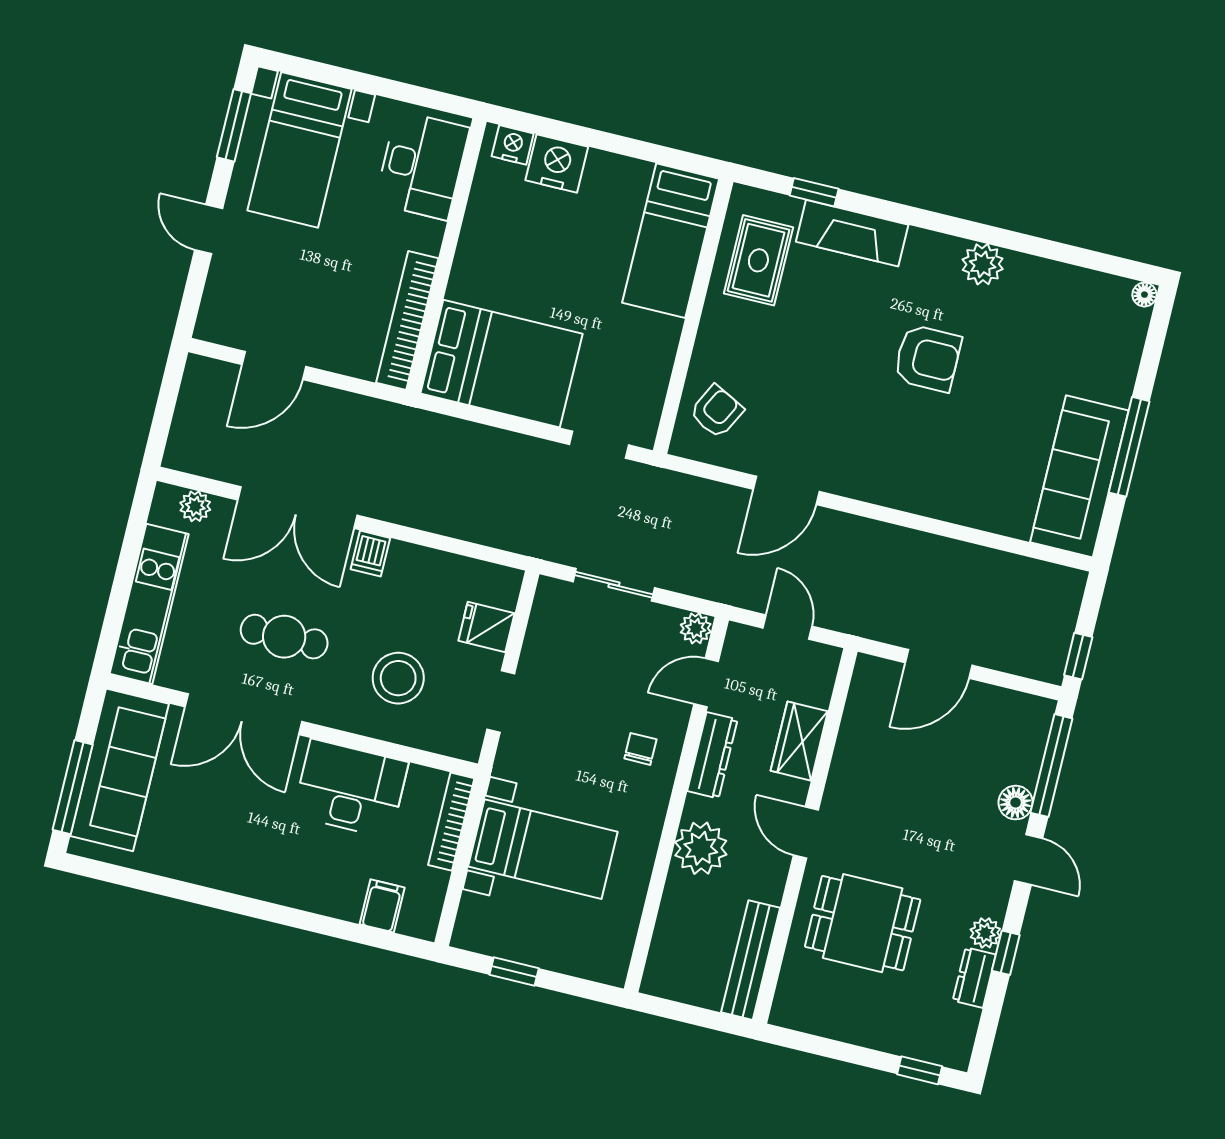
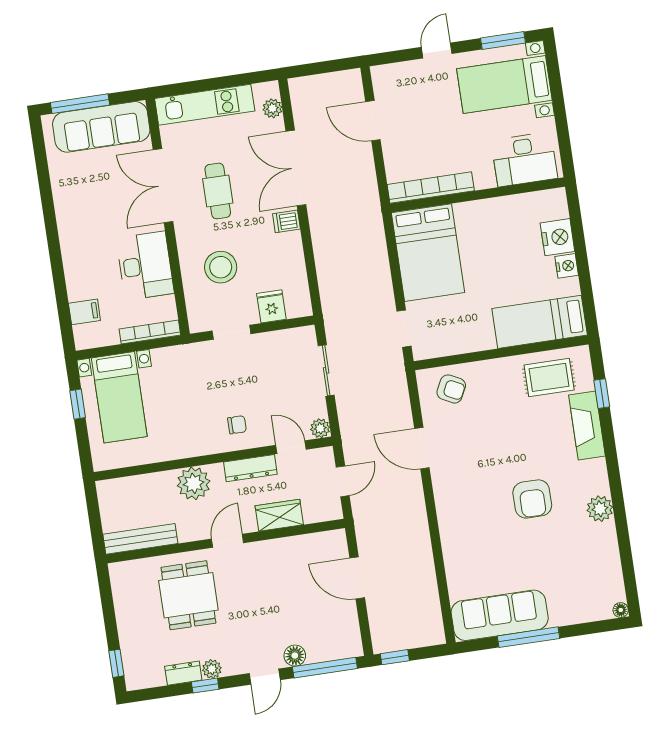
nightstand: (513, 145) -> (567, 266), moved
bed with nightstands: (543, 849) -> (119, 397), moved

